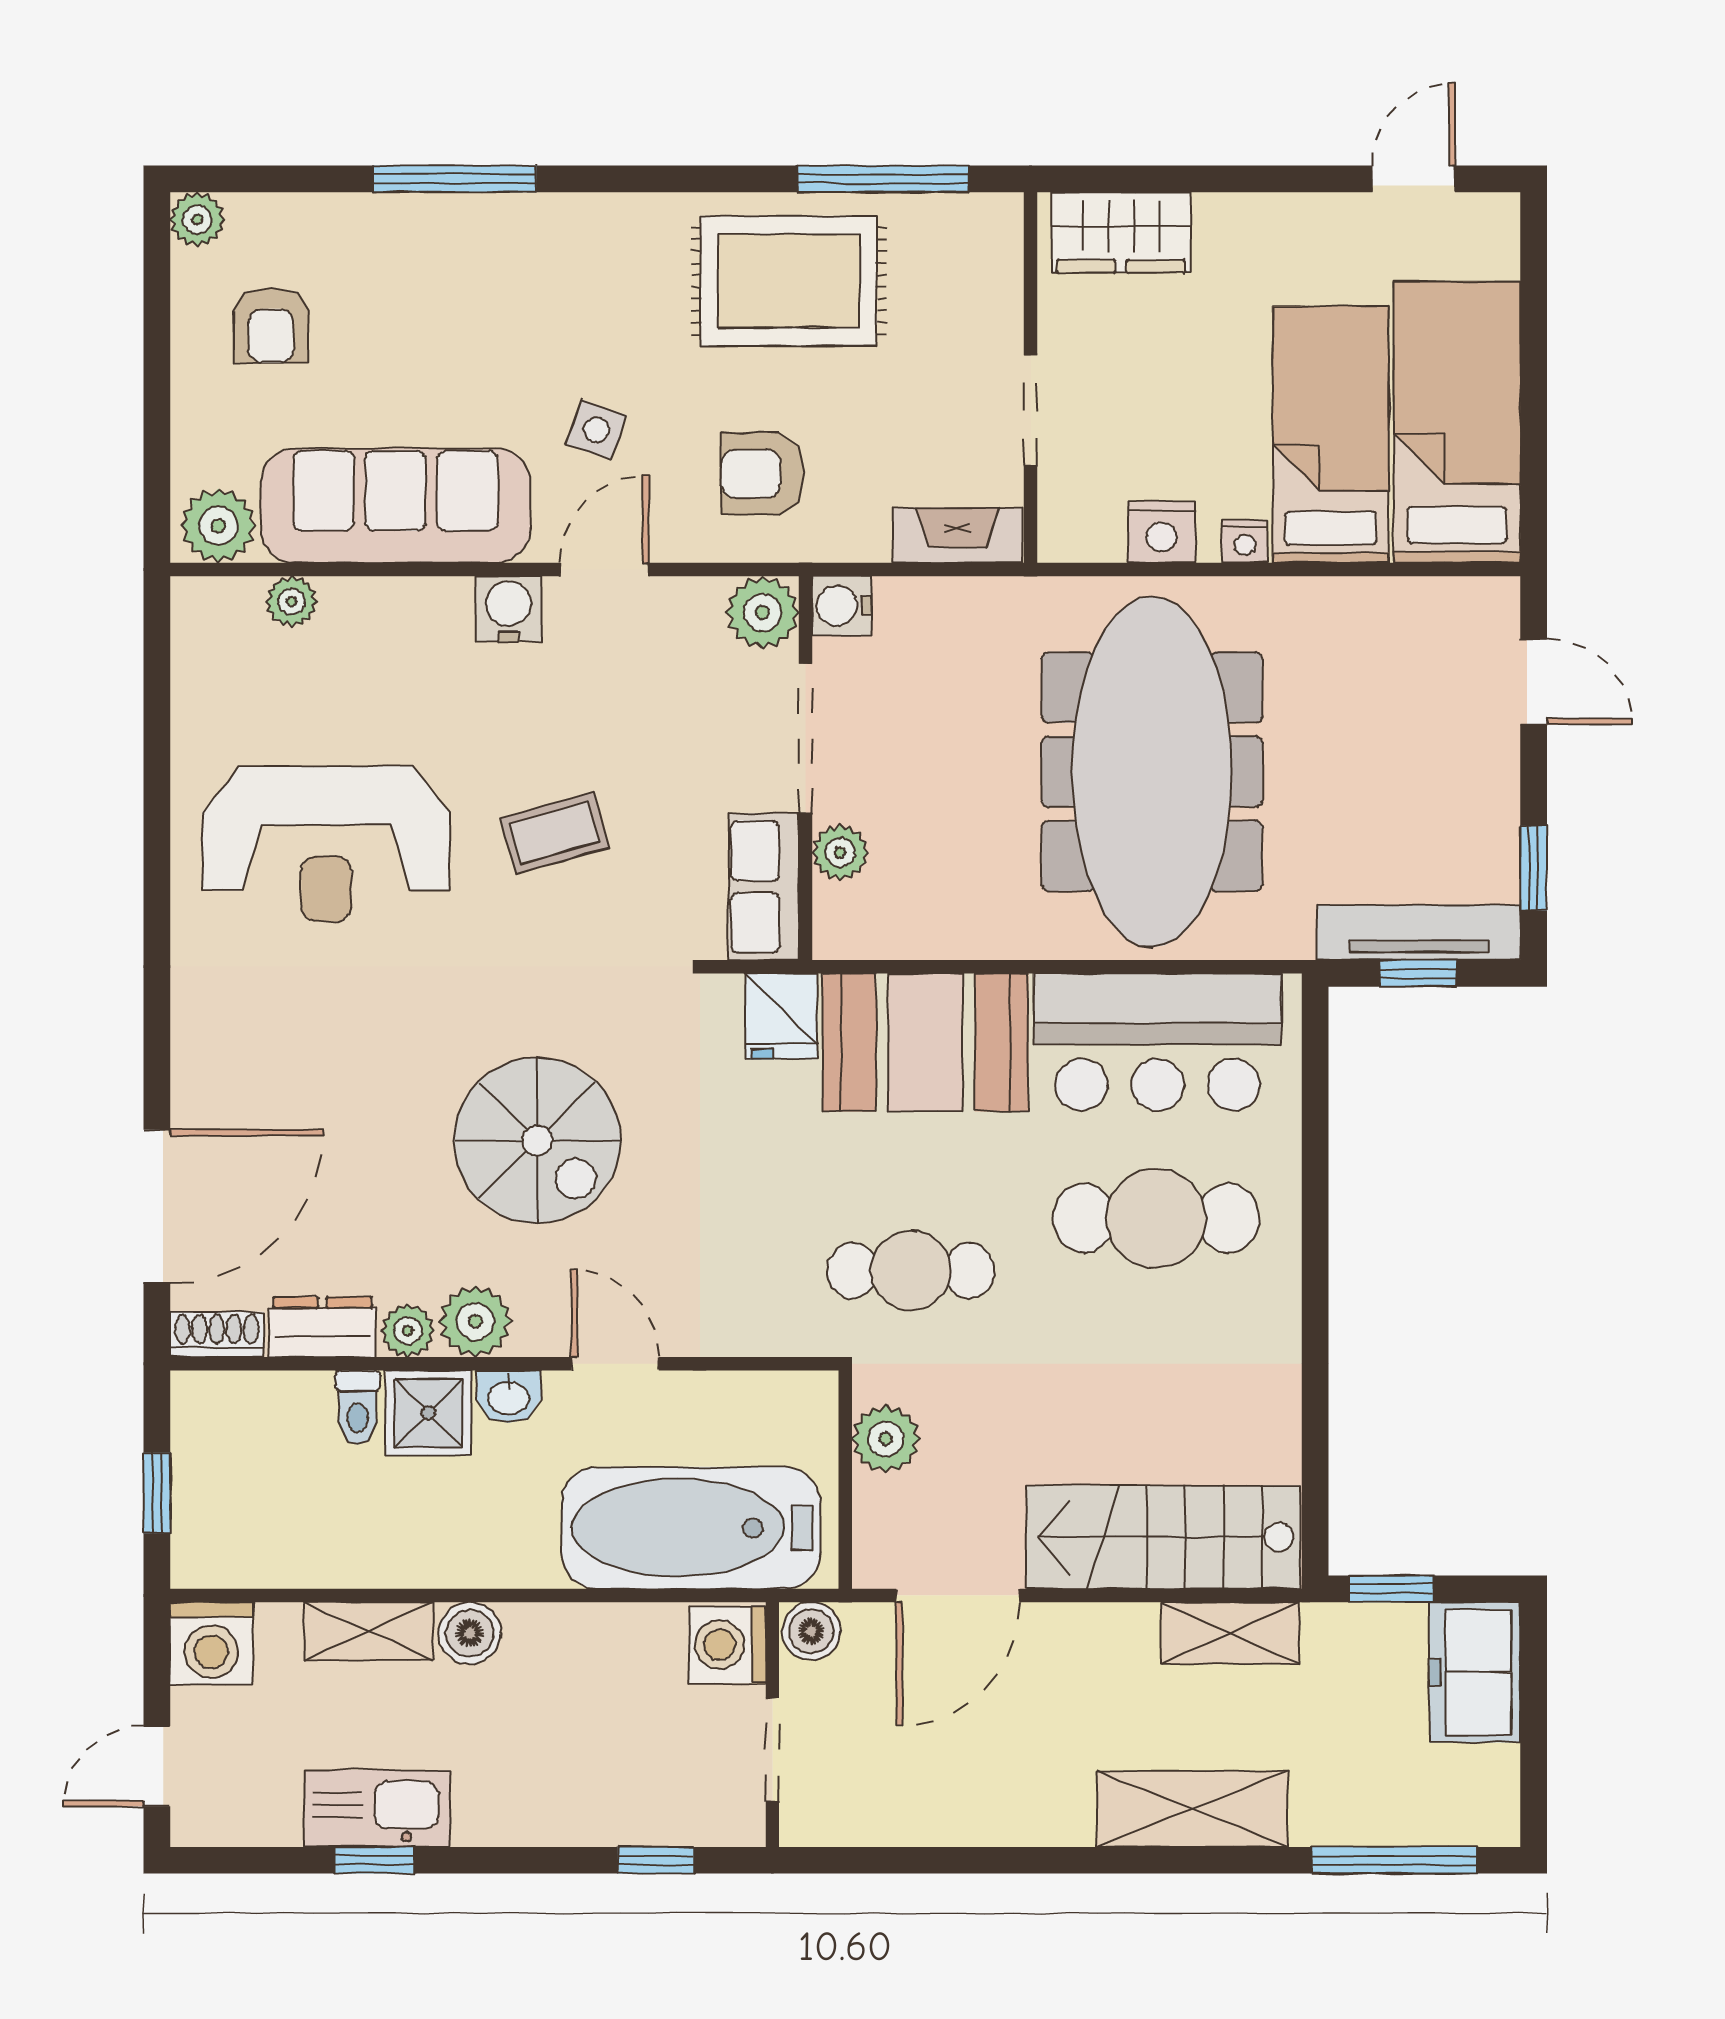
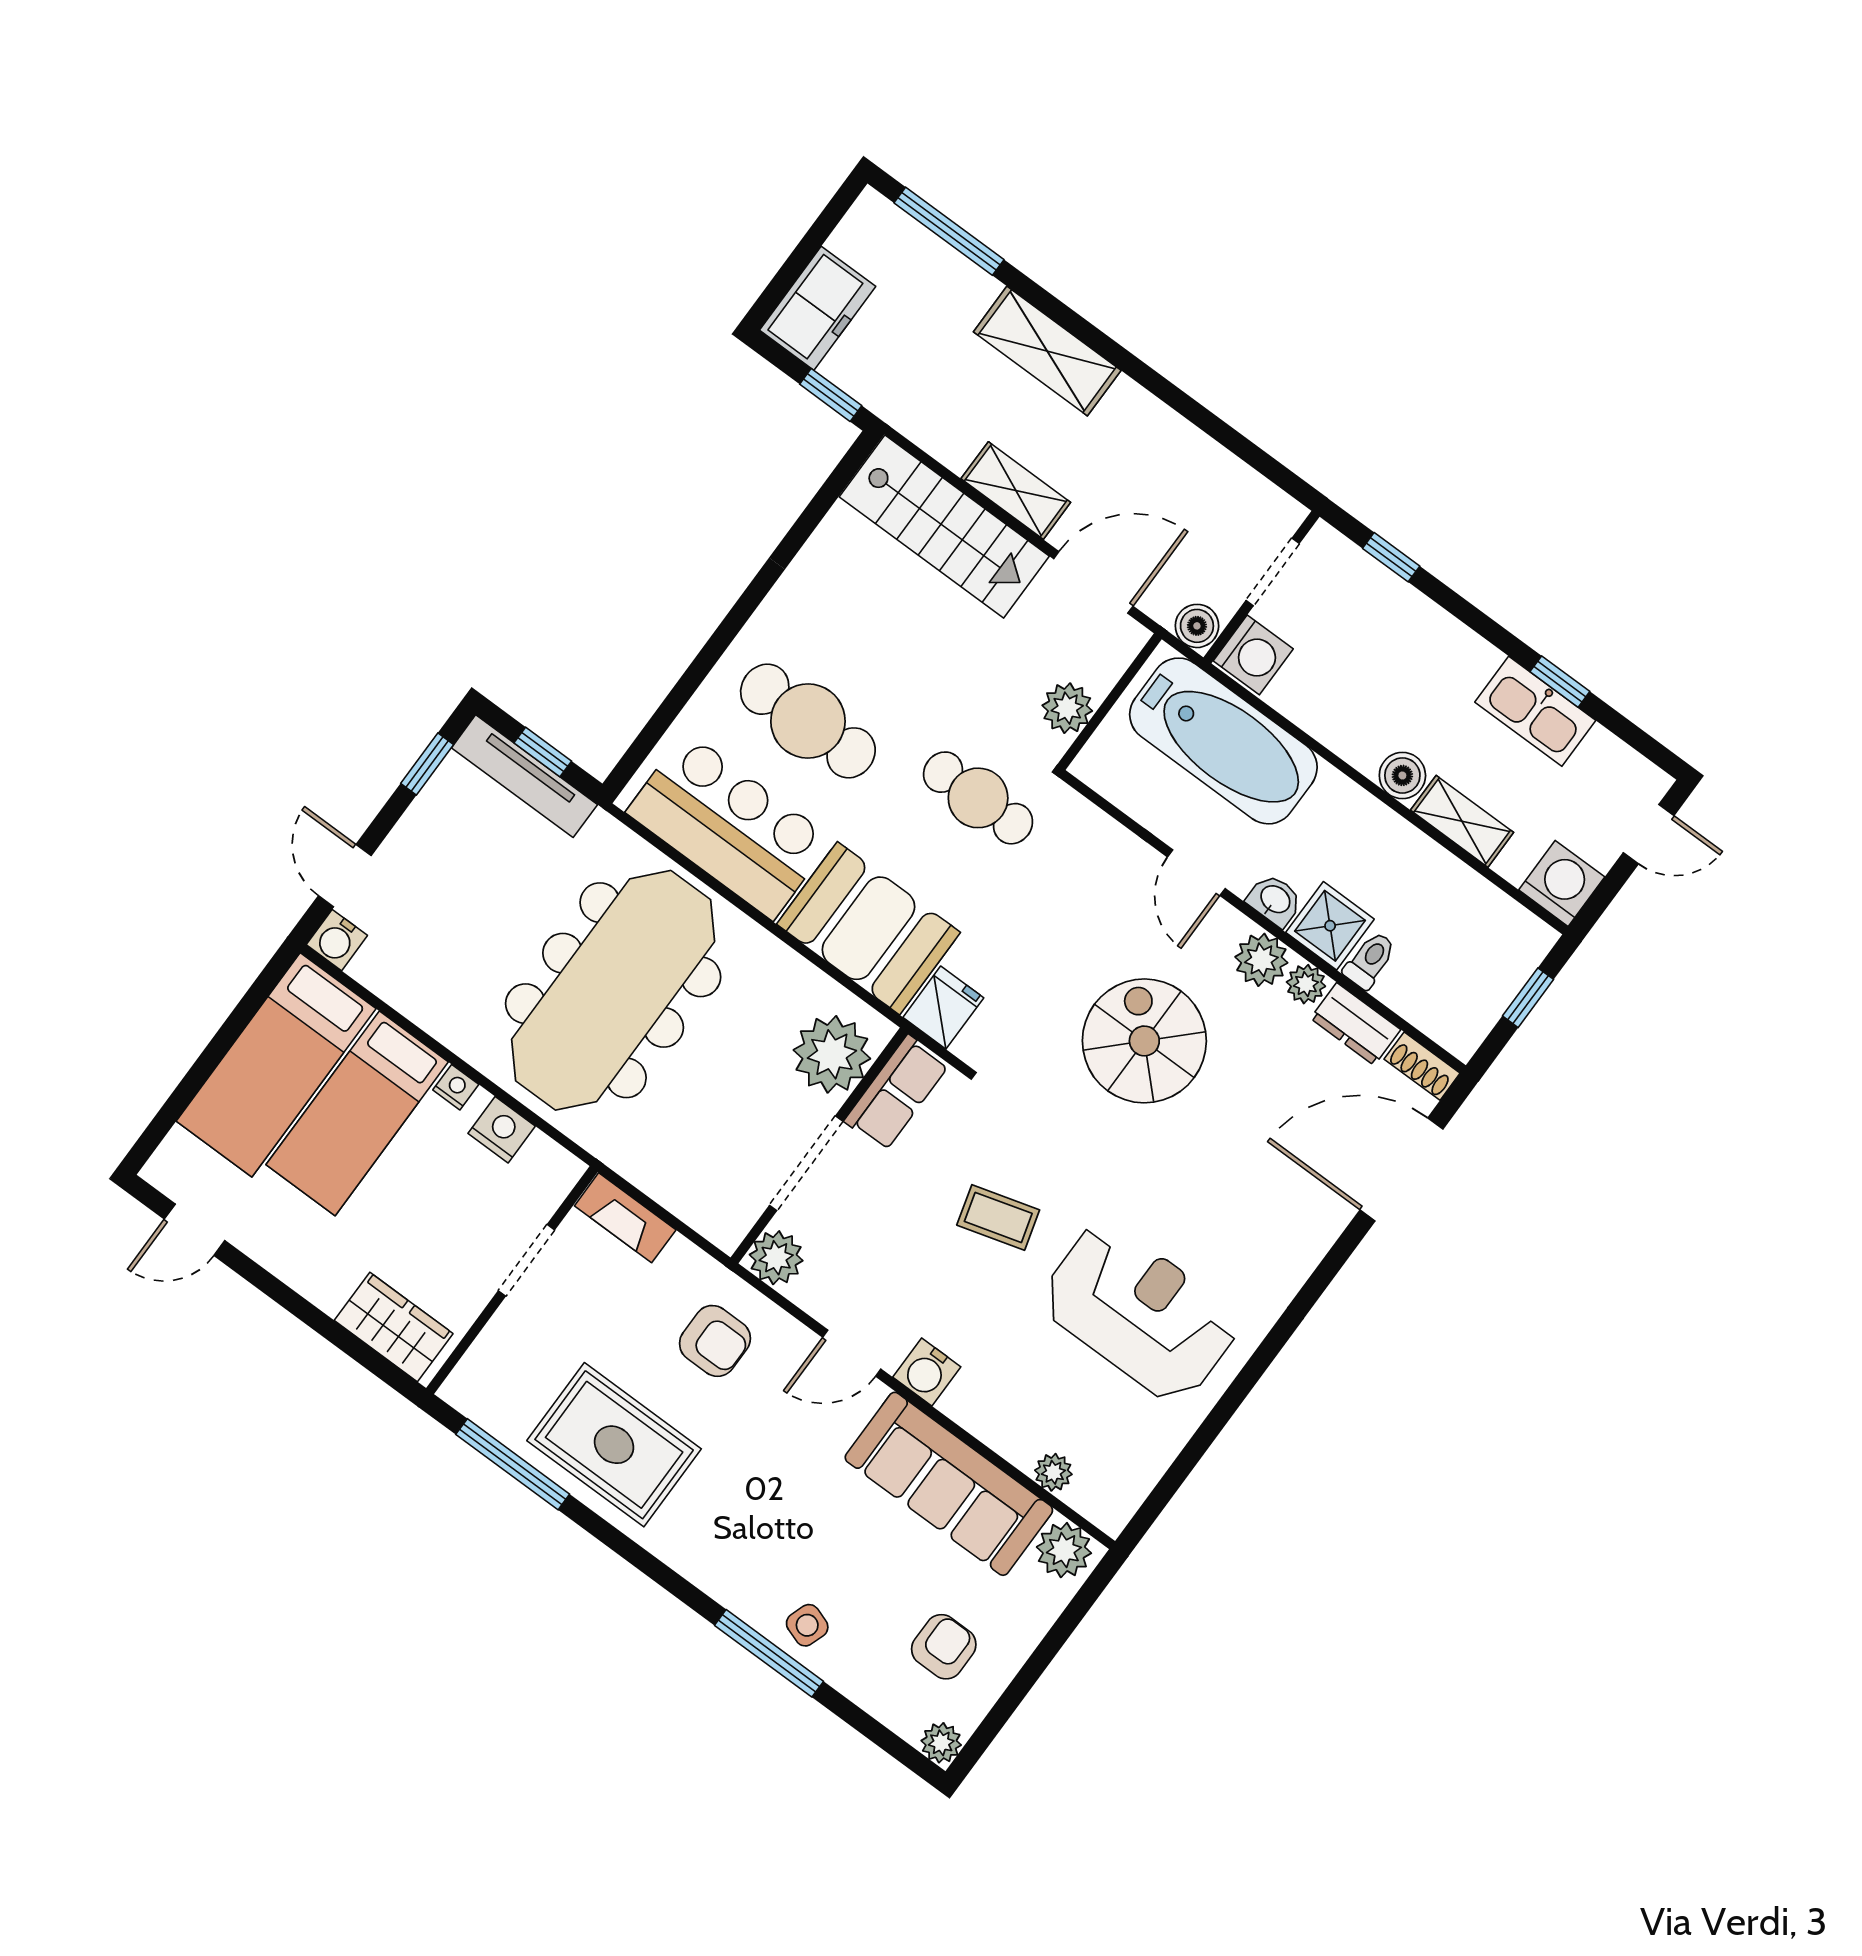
side table: (596, 430) -> (807, 1625), moved
water cooler: (842, 606) -> (337, 940), moved, turned 90
plant: (840, 852) -> (832, 1054), width x1.88, depth x1.88
shelving: (1230, 1633) -> (1016, 491), moved

